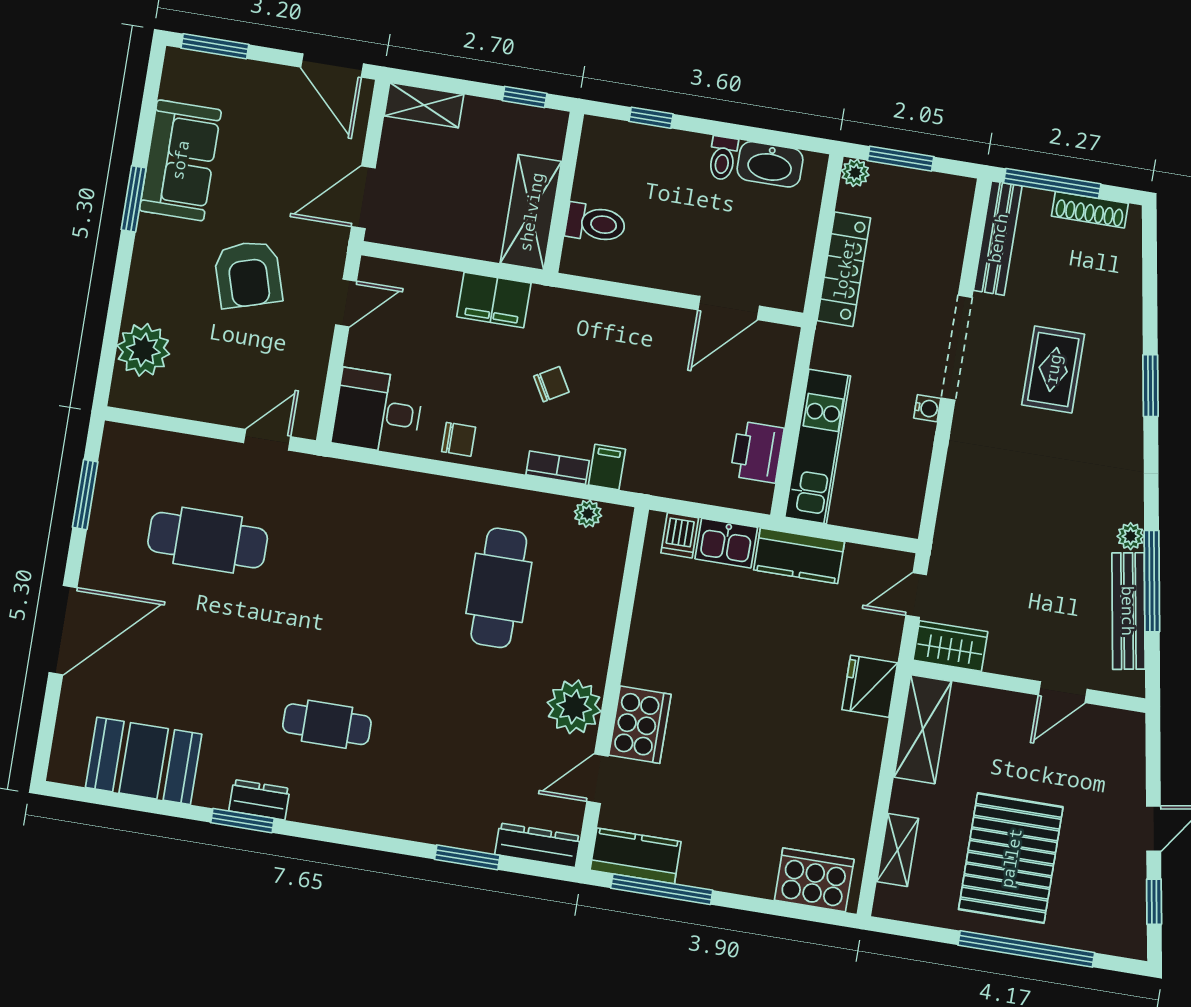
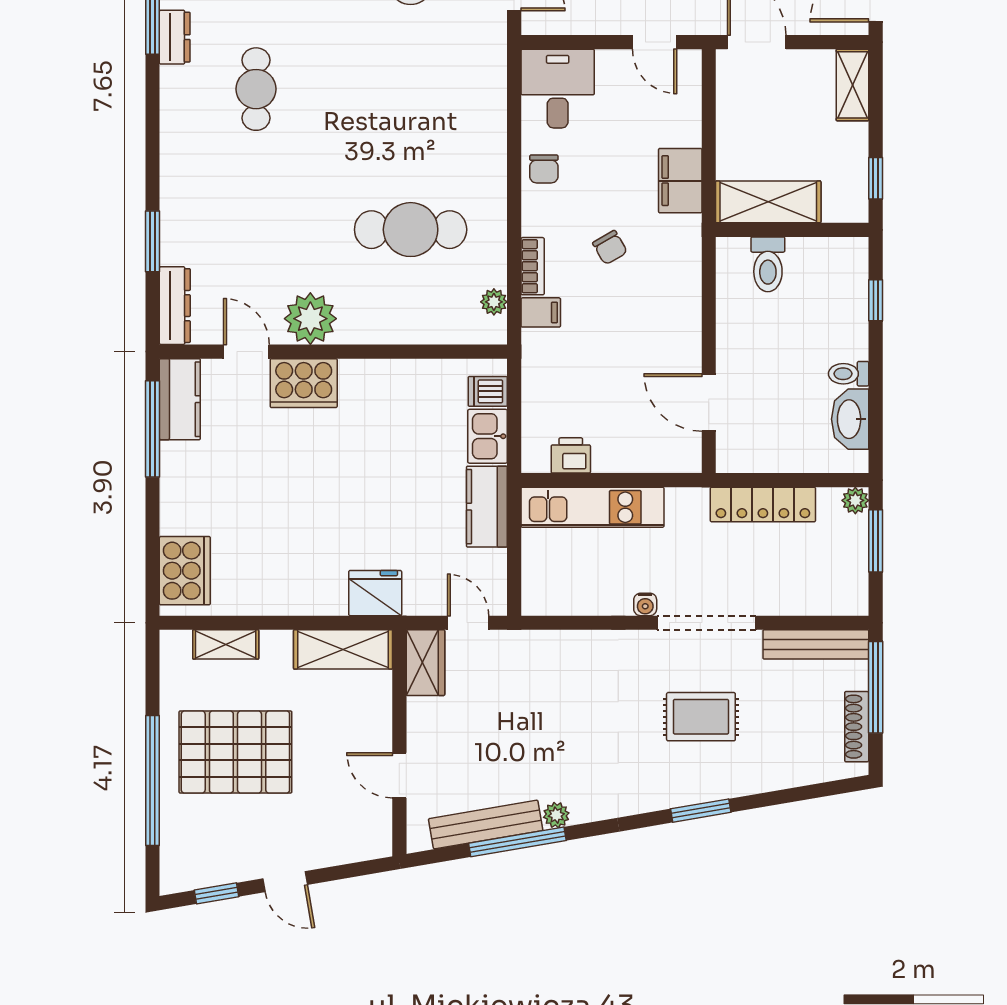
printer: (757, 452) -> (571, 455), width x0.73, depth x0.81

